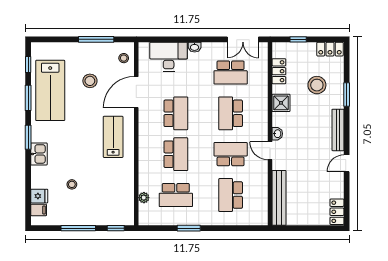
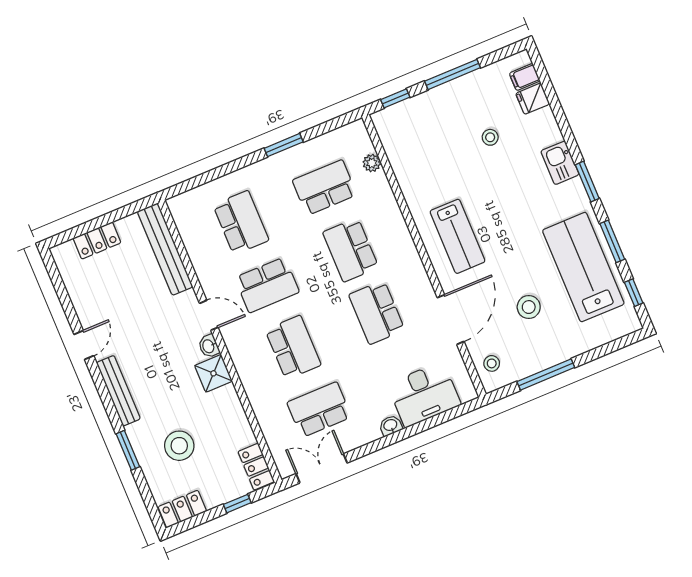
locker: (279, 71) -> (256, 467), moved
shower: (281, 103) -> (213, 373), moved
locker: (337, 212) -> (97, 241), moved, turned 90

